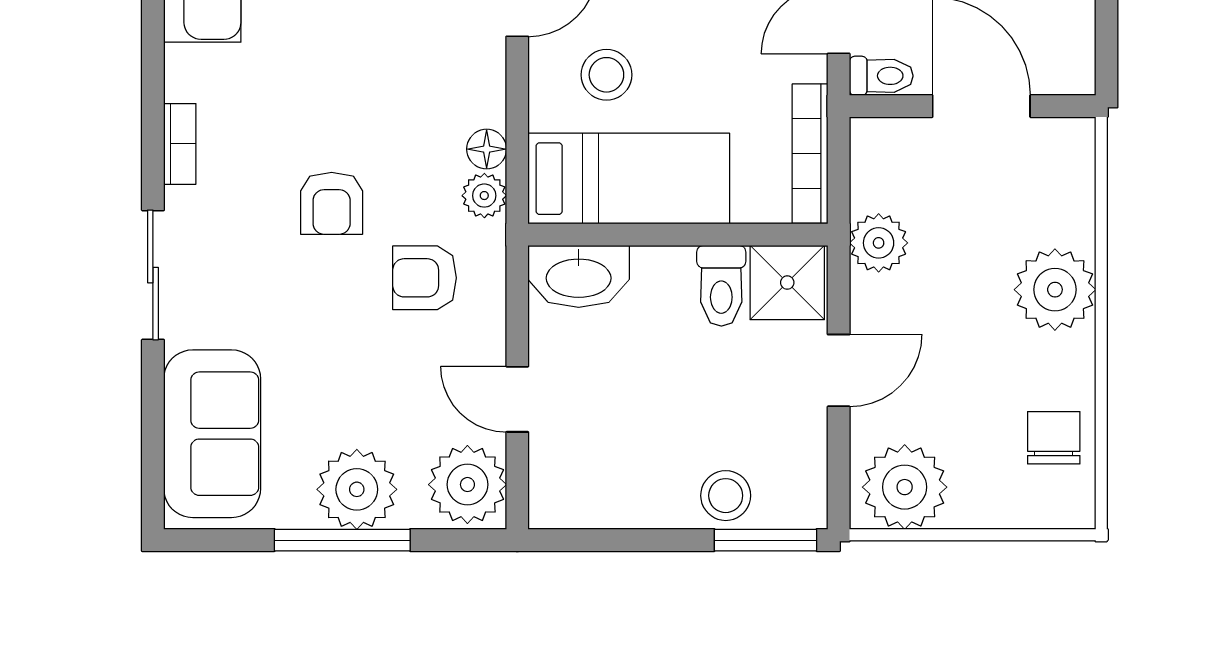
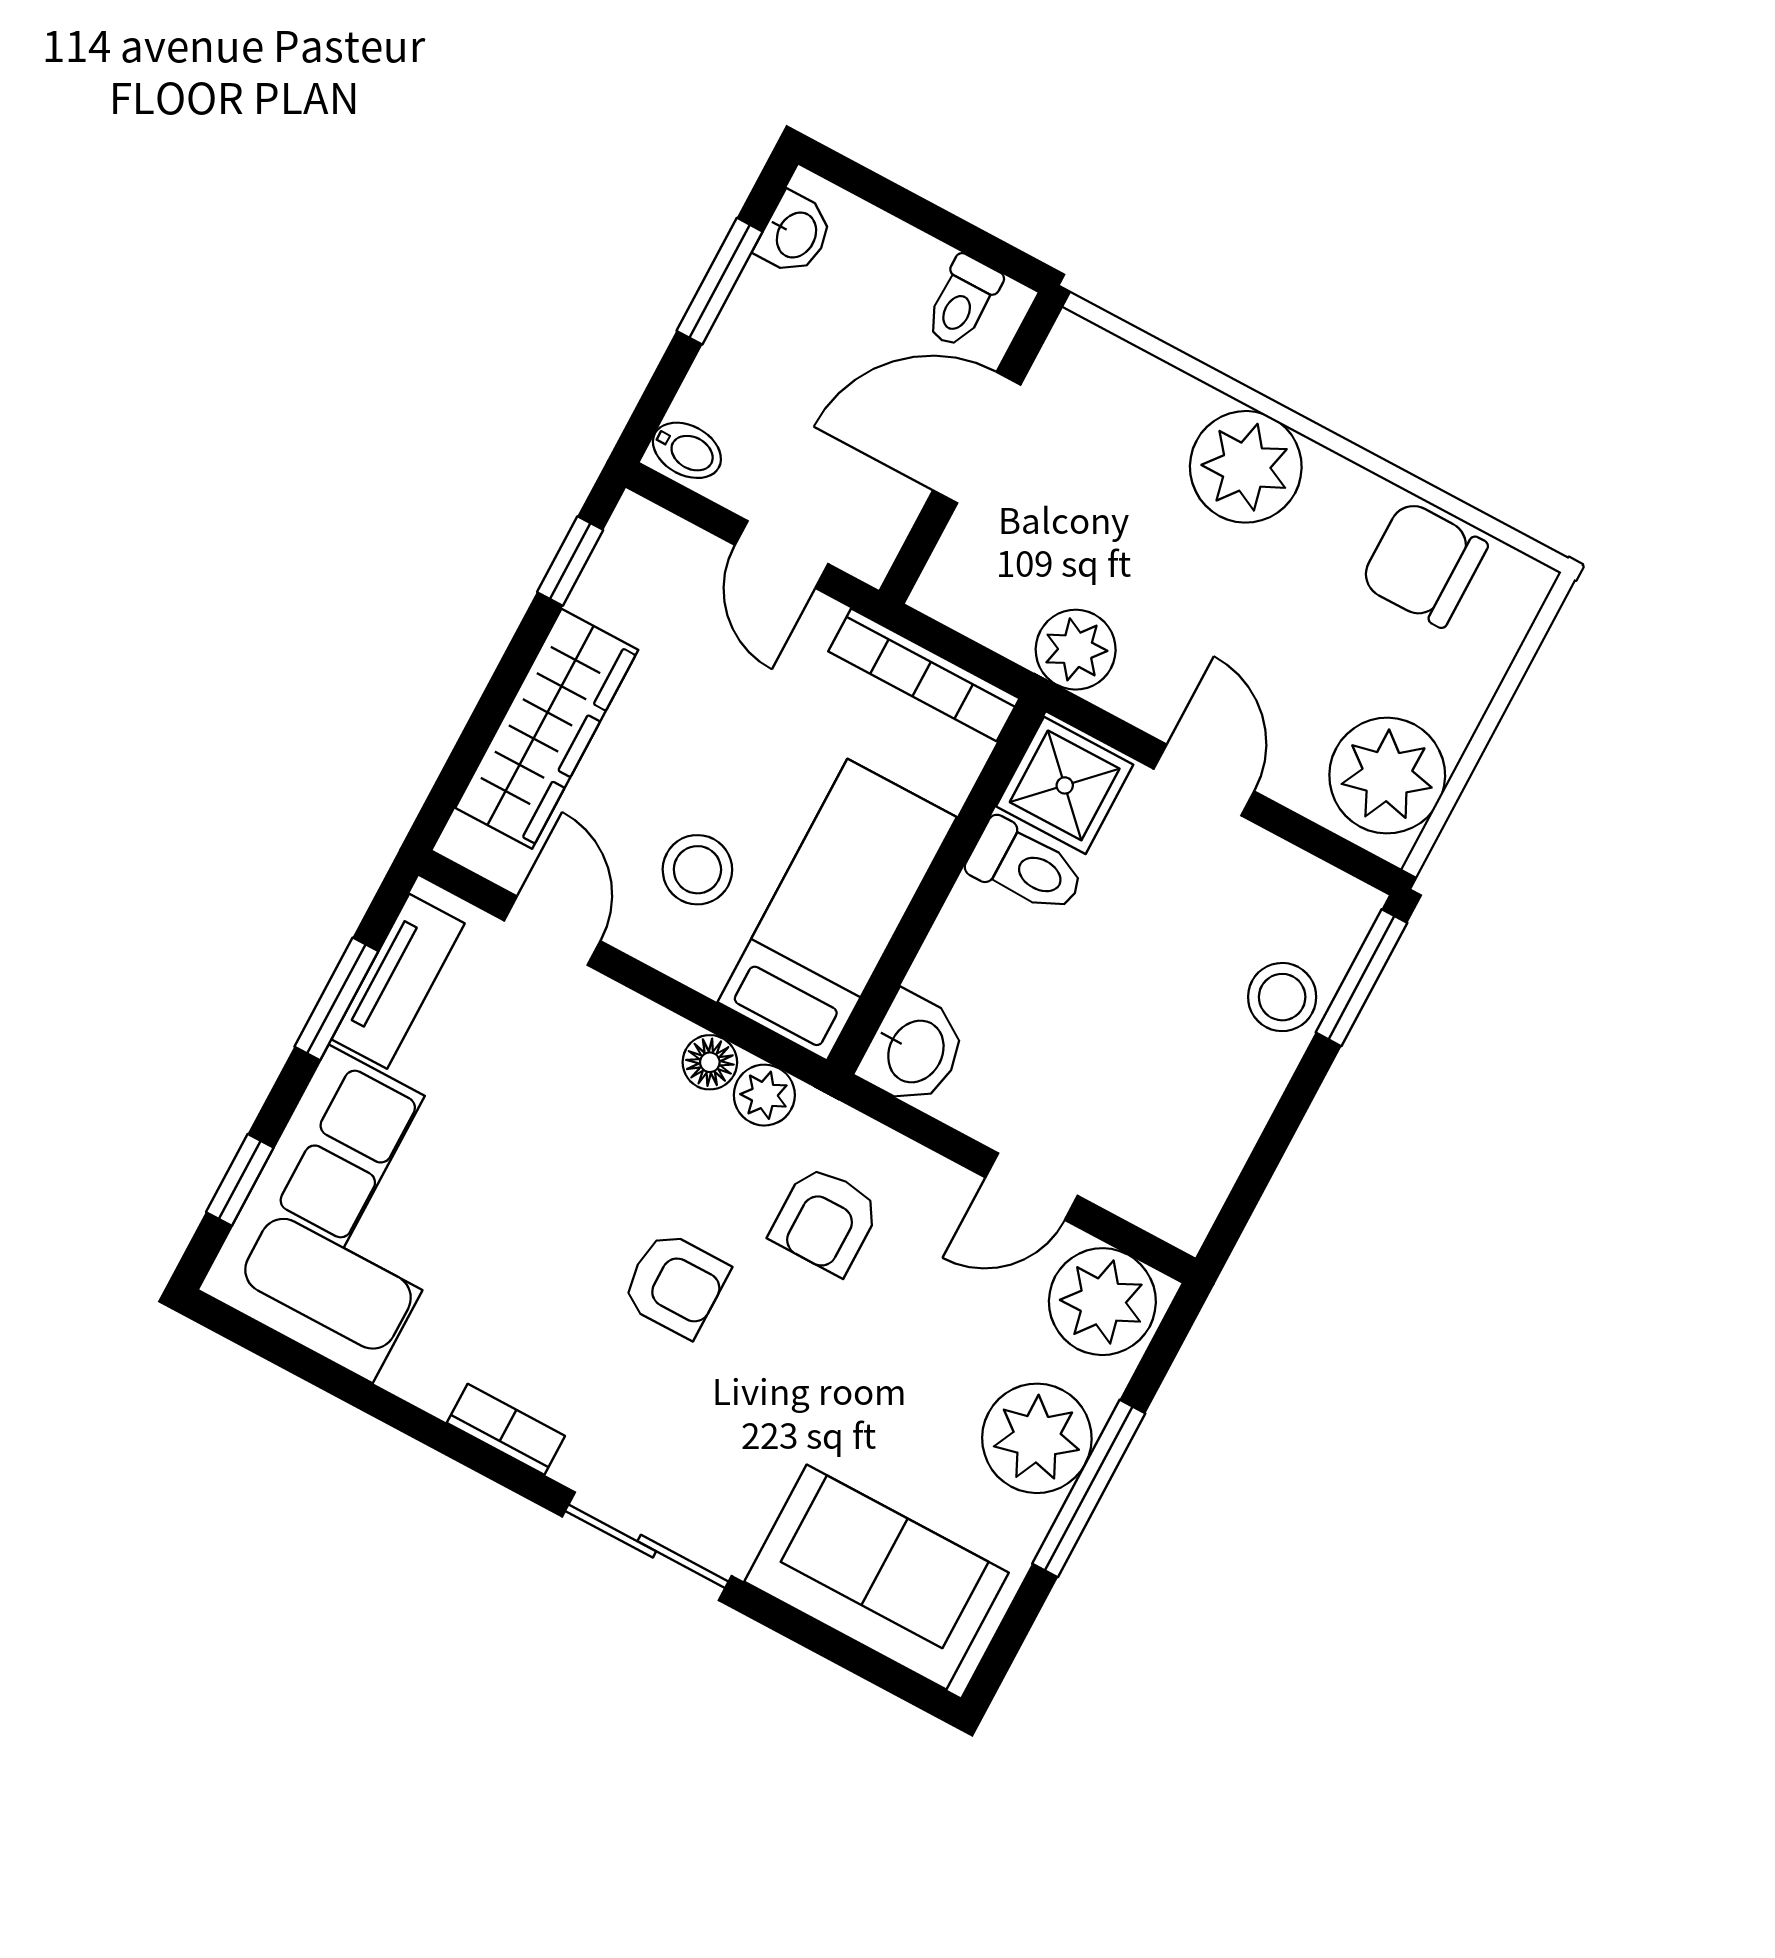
toilet: (881, 76) -> (962, 302), moved, turned 180
washbasin: (579, 276) -> (914, 1050), width x0.72
chair: (1054, 438) -> (1424, 564), width x1.37, depth x1.37

